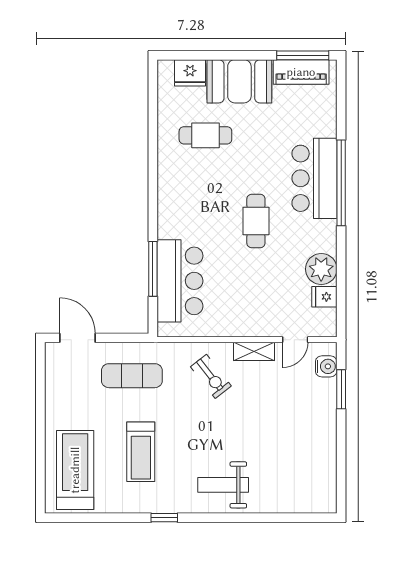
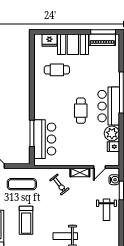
bar counter: (314, 178) -> (109, 106), moved
weight bench: (310, 430) -> (106, 210), added

